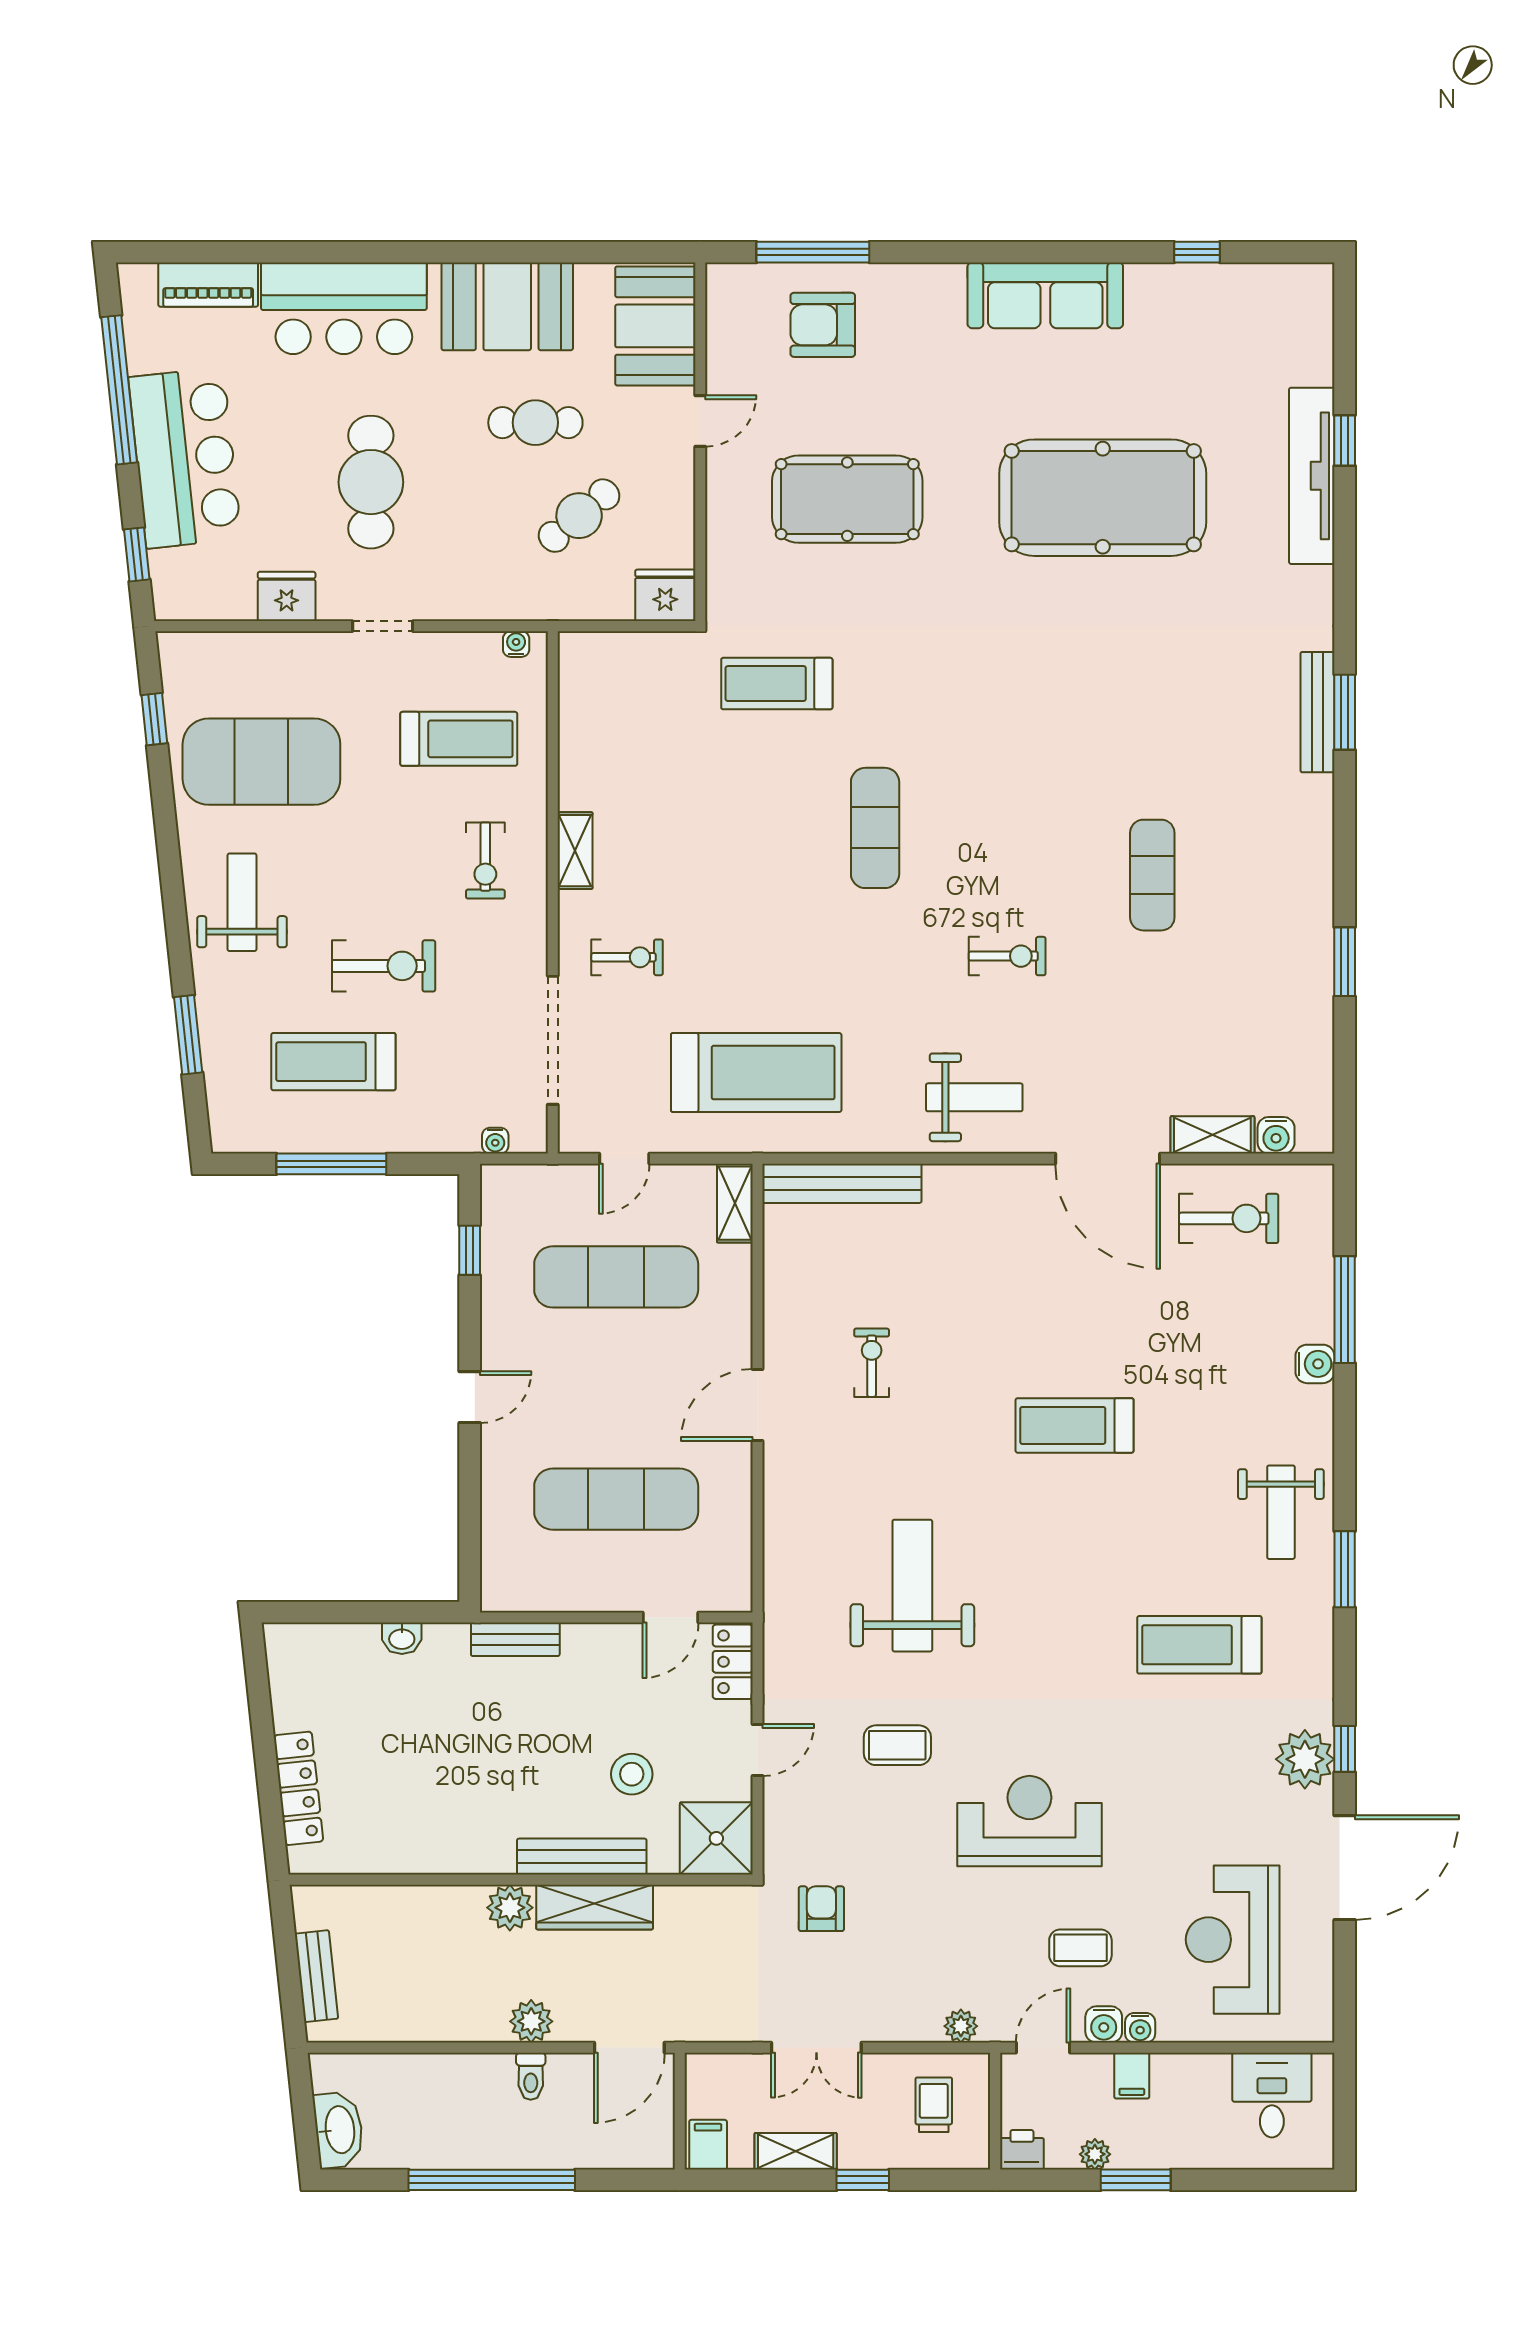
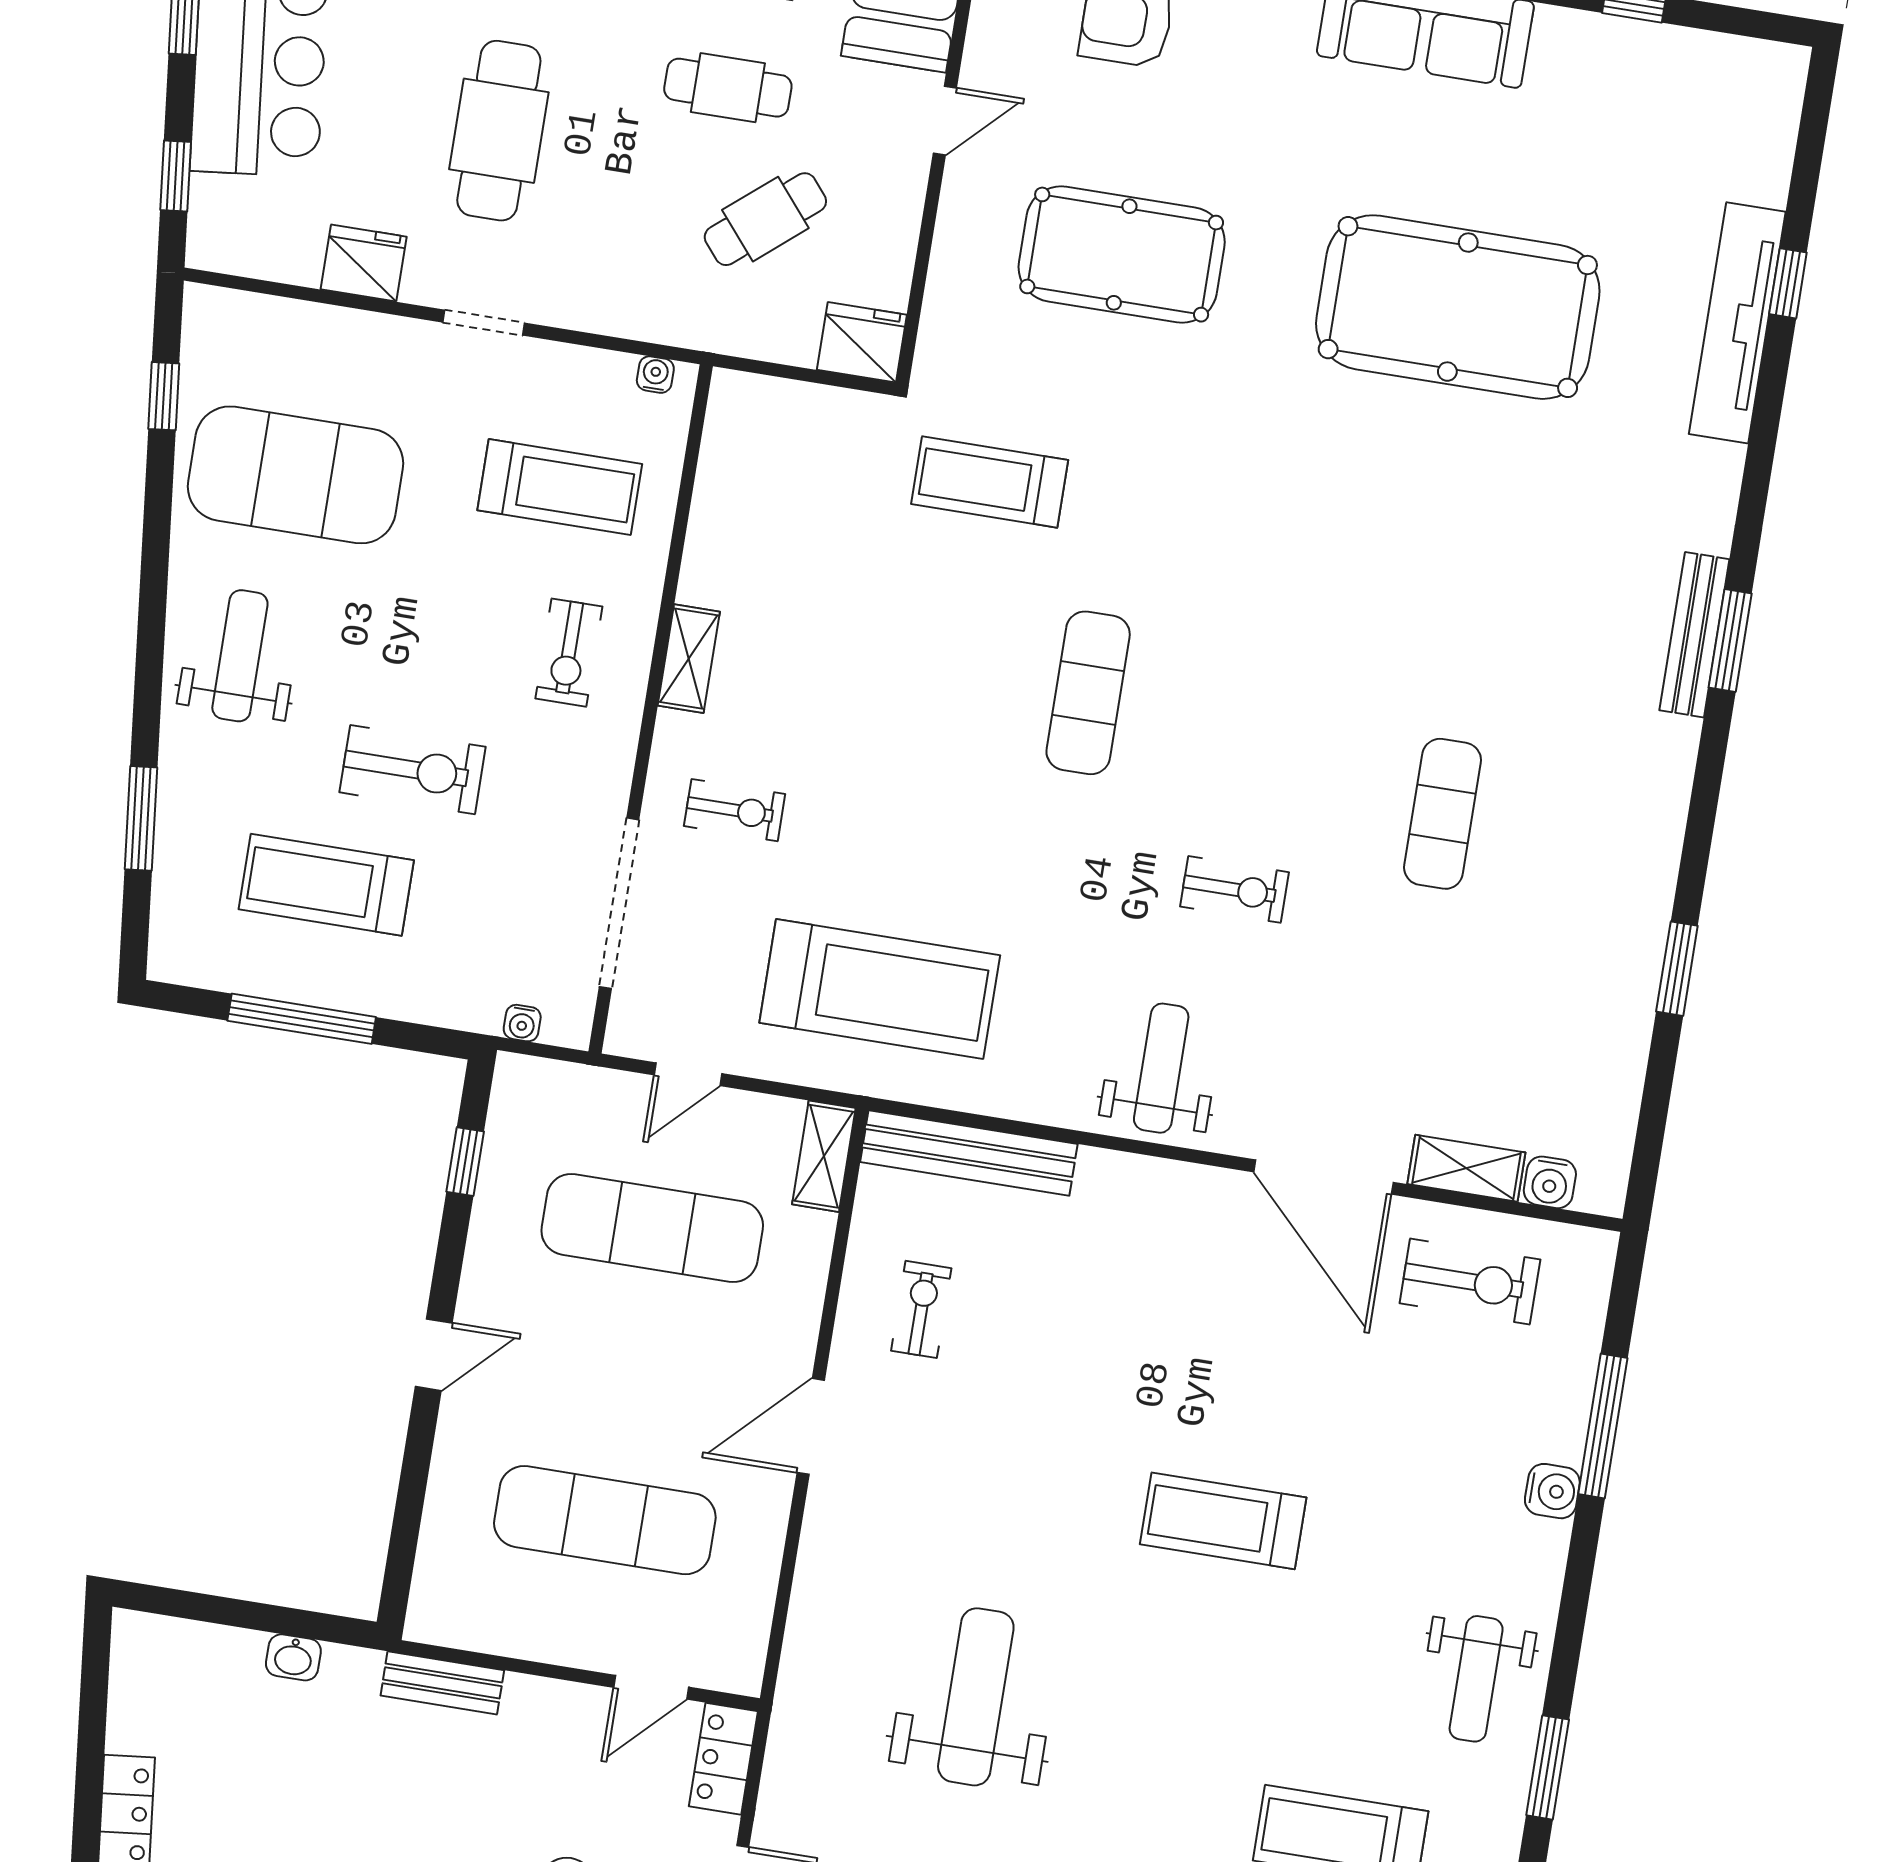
weight bench: (974, 1097) -> (1161, 1068), turned -90
exercise bike: (872, 1363) -> (921, 1309), moved

